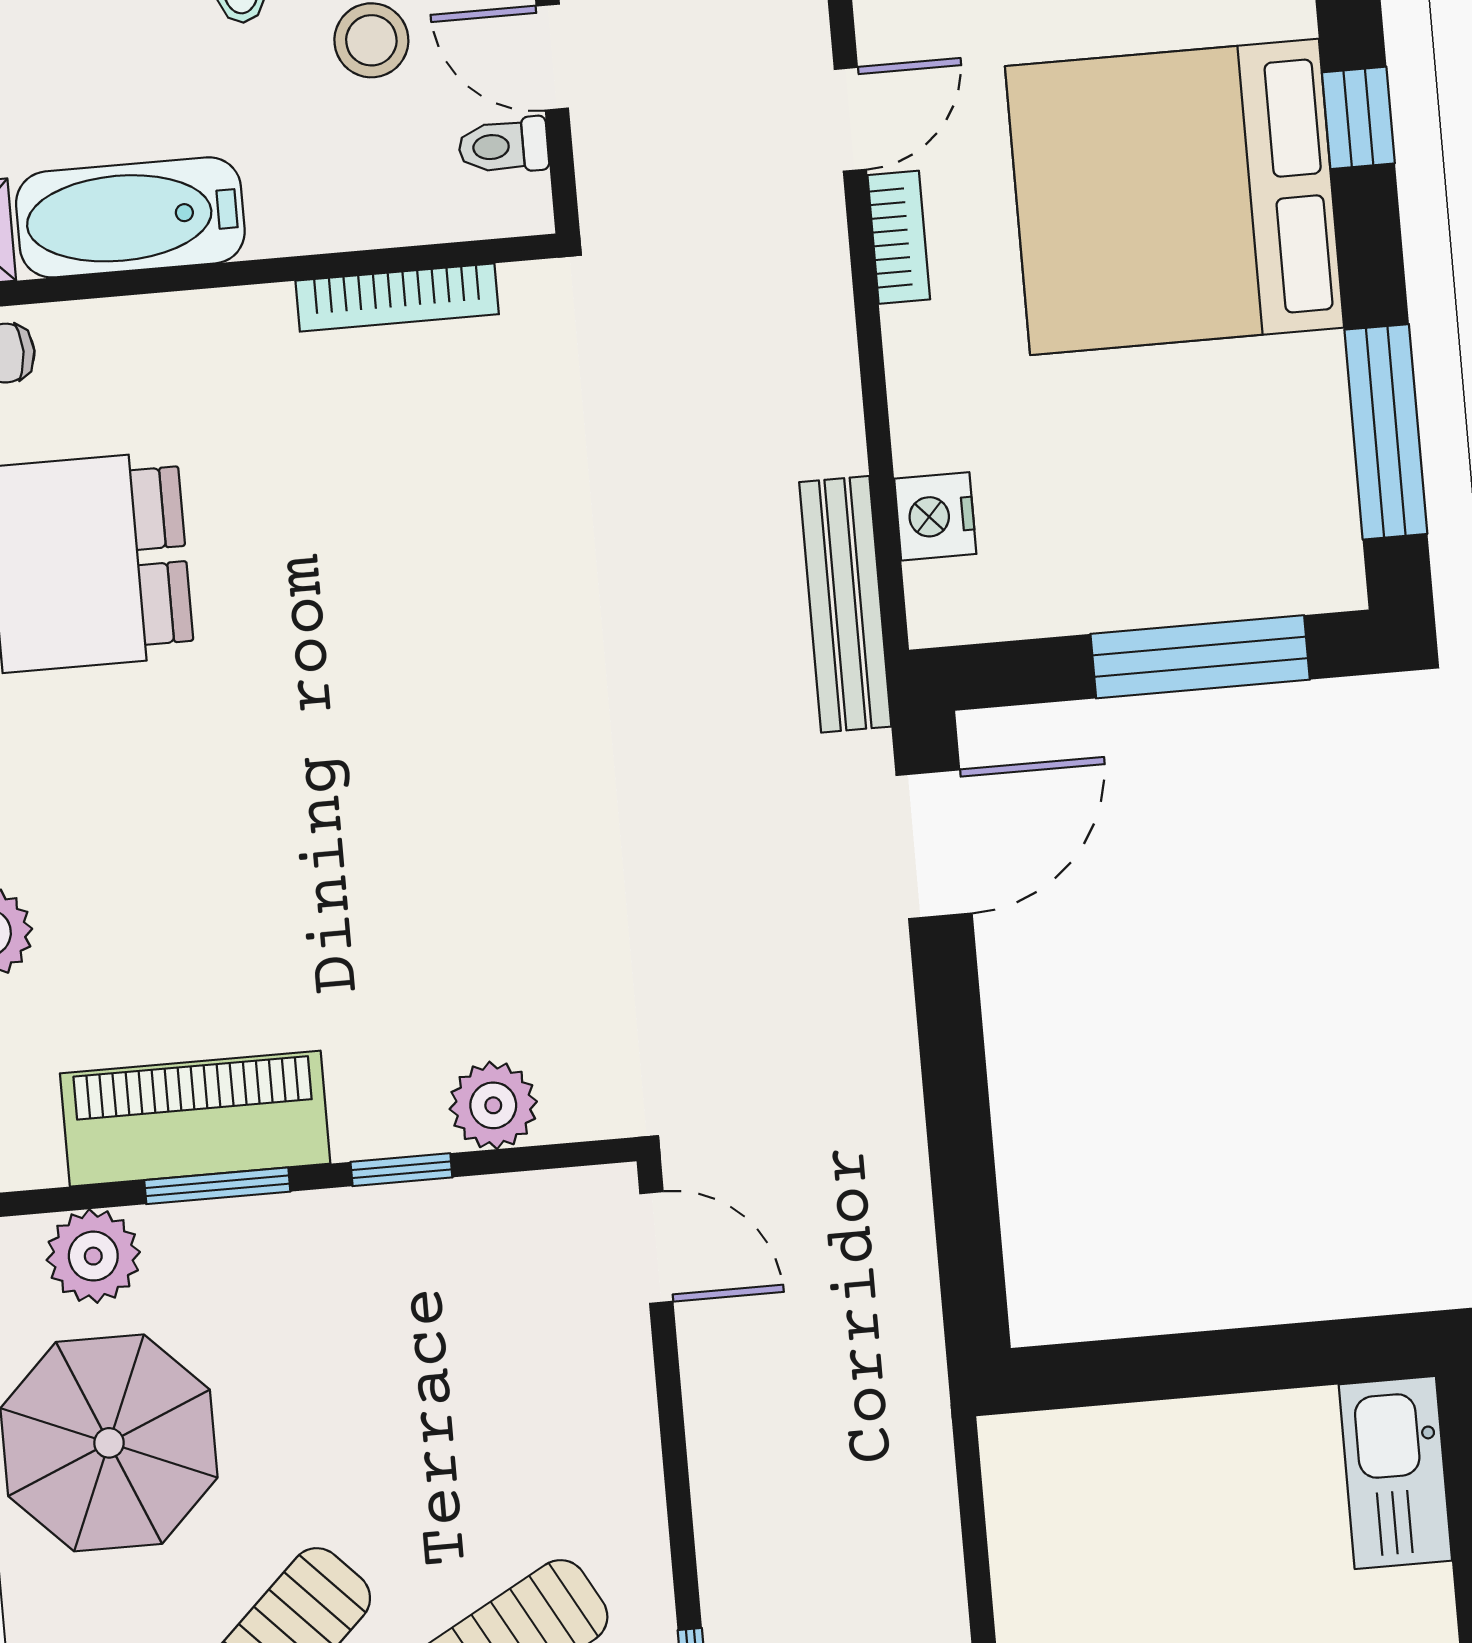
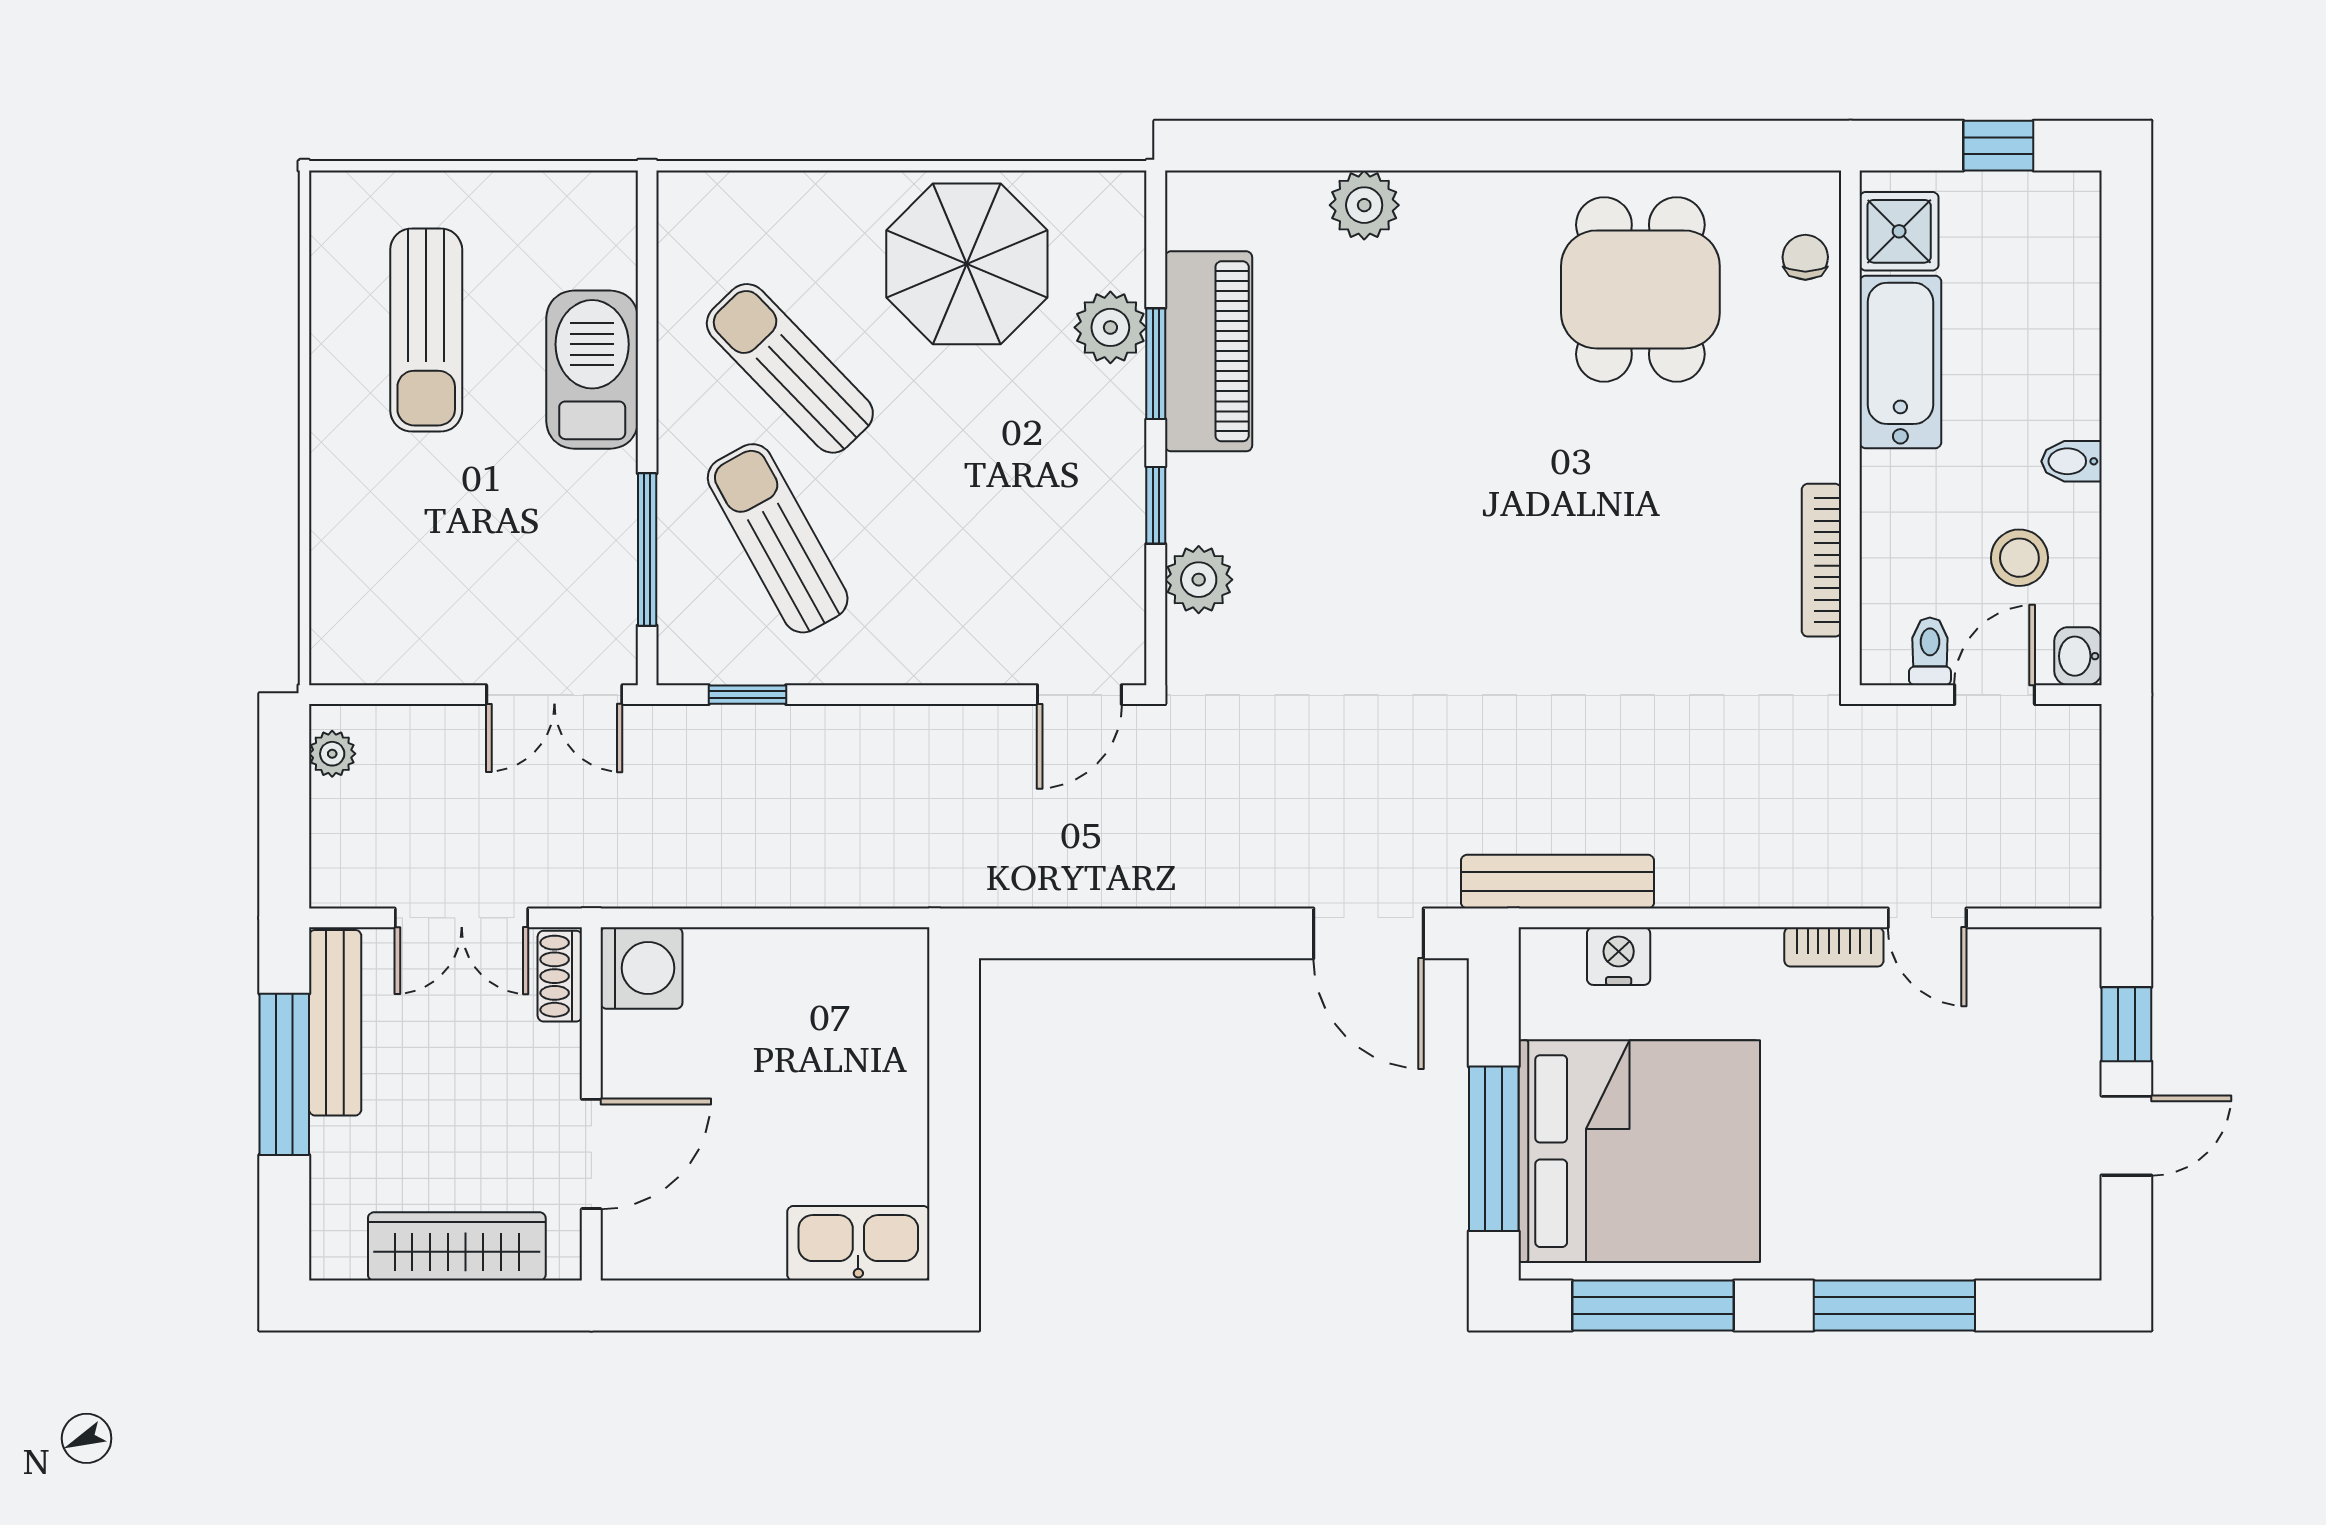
window: (1358, 118) -> (1894, 1306), width x2.17
bed: (1175, 197) -> (1639, 1151), moved, turned 90
plant: (93, 1256) -> (1110, 327), moved

